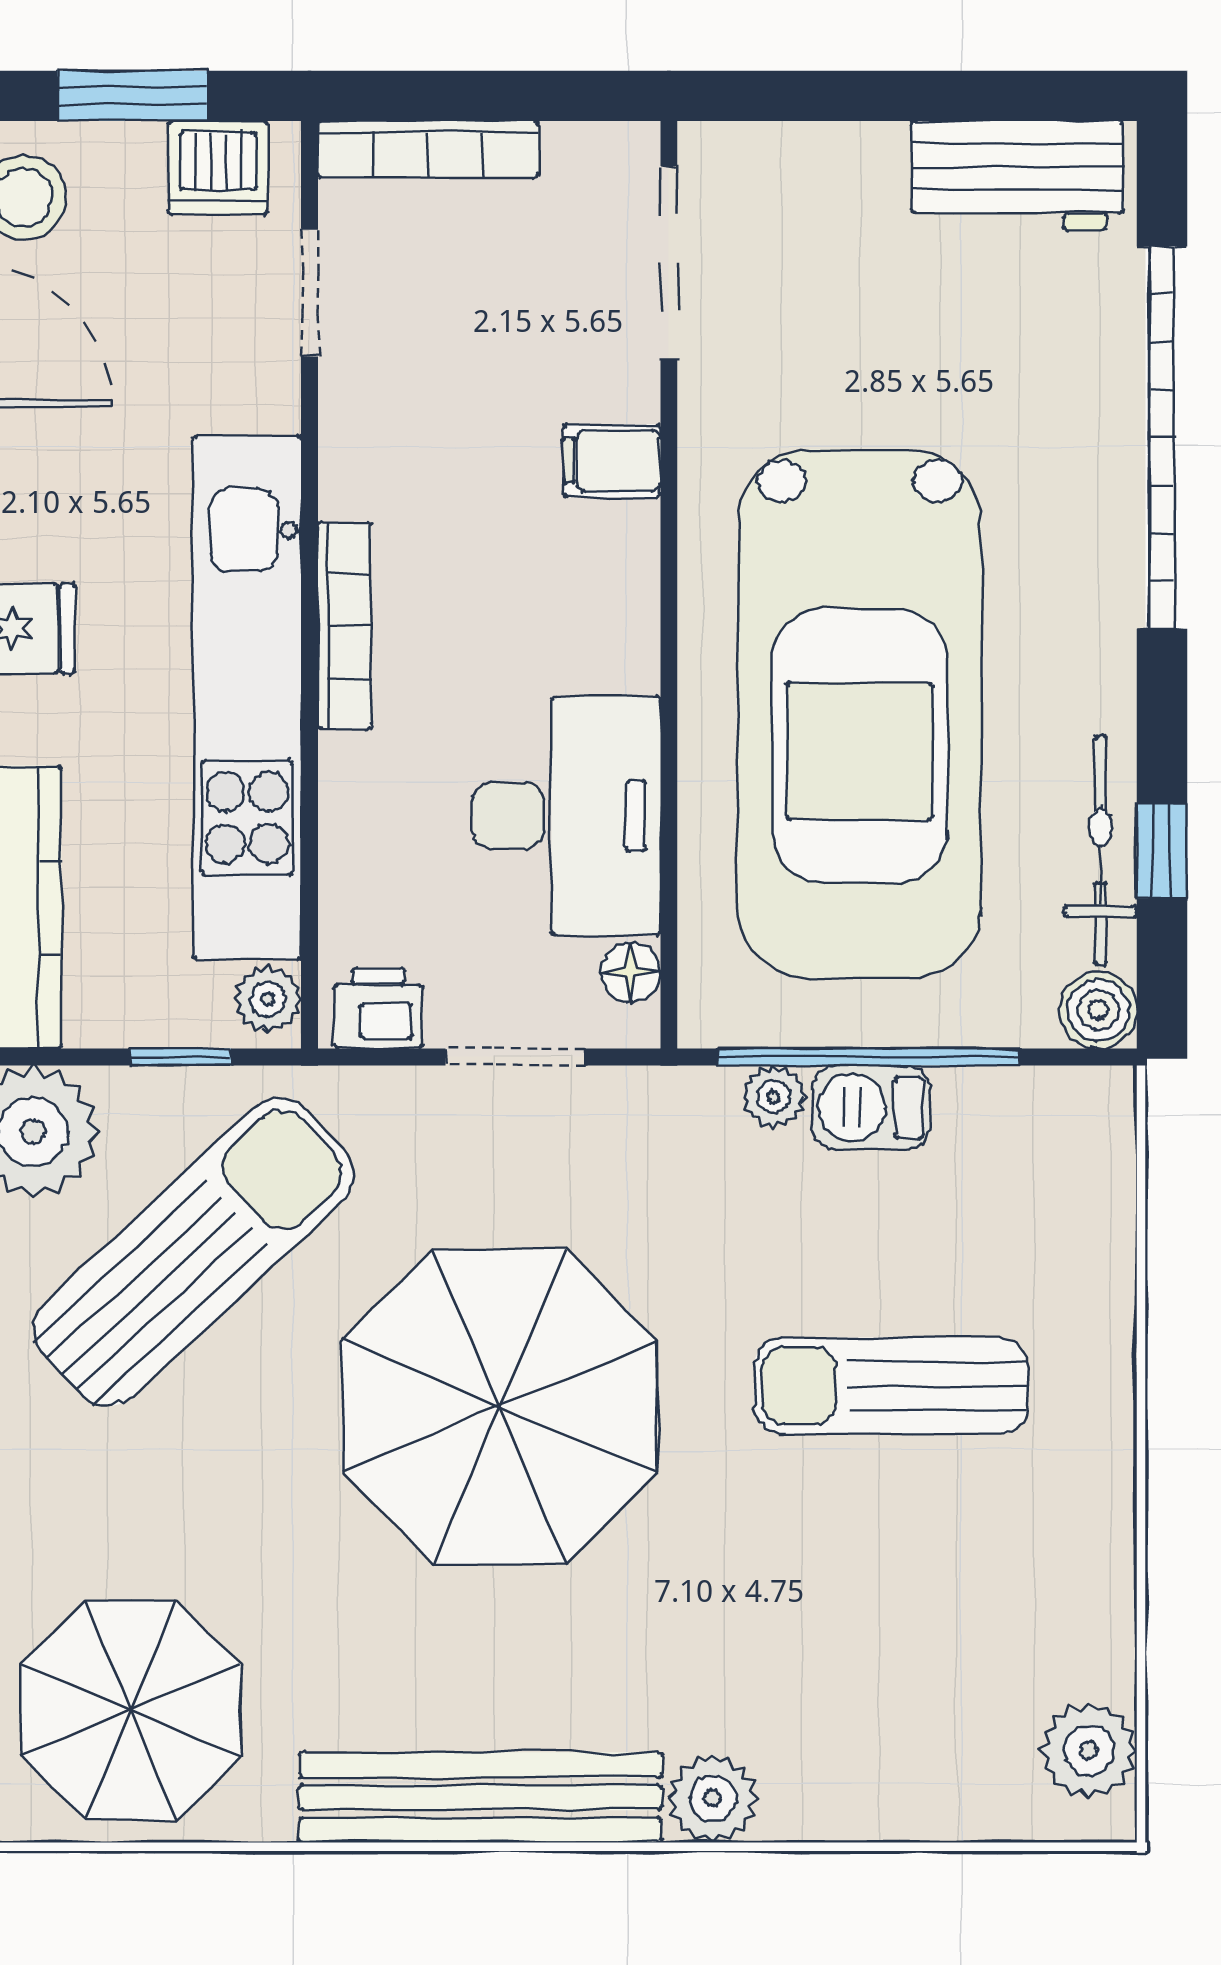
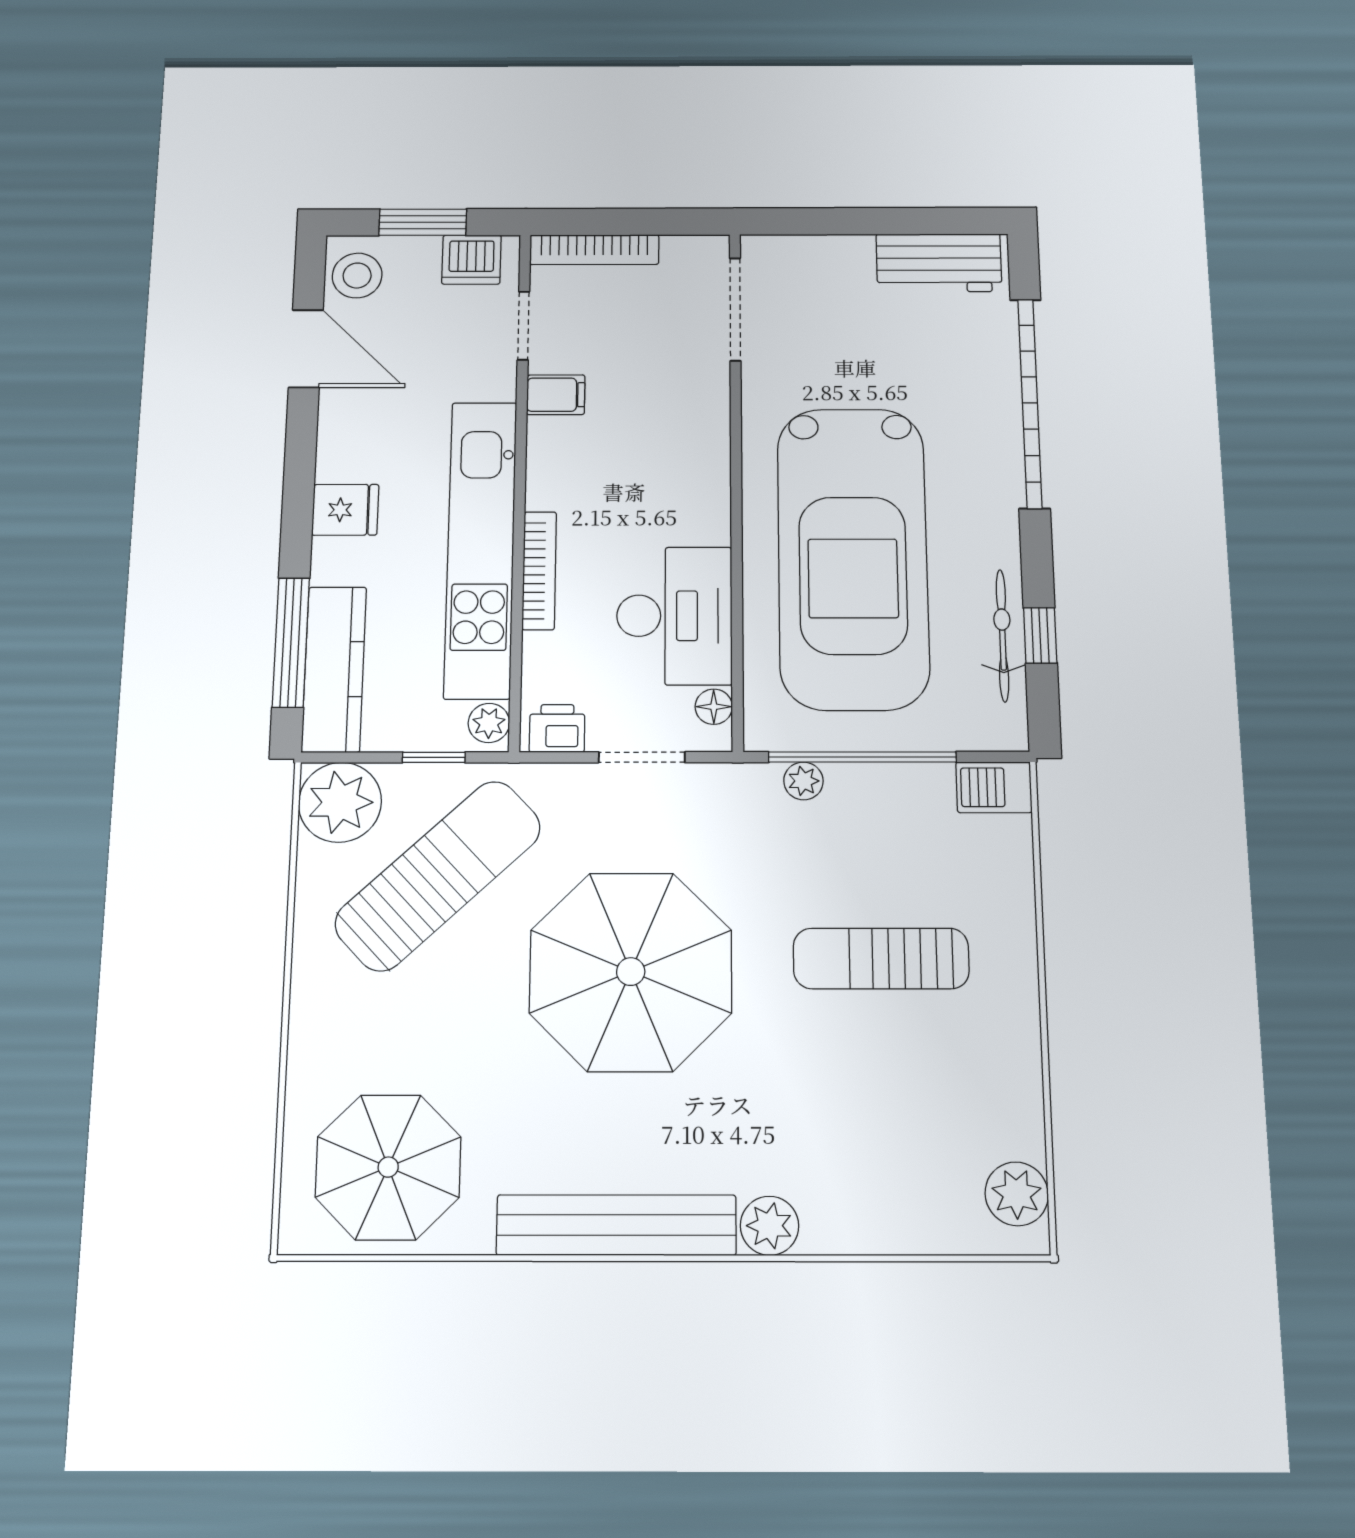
filing cabinet: (612, 461) -> (556, 395), moved, turned 180
bookcase: (344, 626) -> (539, 571), moved
boiler: (1098, 1010) -> (1005, 729), removed
barbecue: (871, 1107) -> (994, 787), moved

